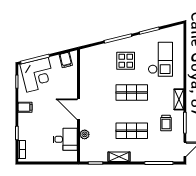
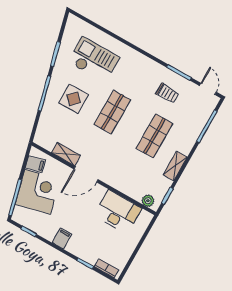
corner desk: (37, 75) -> (38, 192), moved
shelving: (179, 99) -> (66, 154), moved
door: (78, 109) -> (86, 174), moved
plant: (85, 134) -> (148, 201), moved
desk: (65, 139) -> (118, 212), width x1.37

